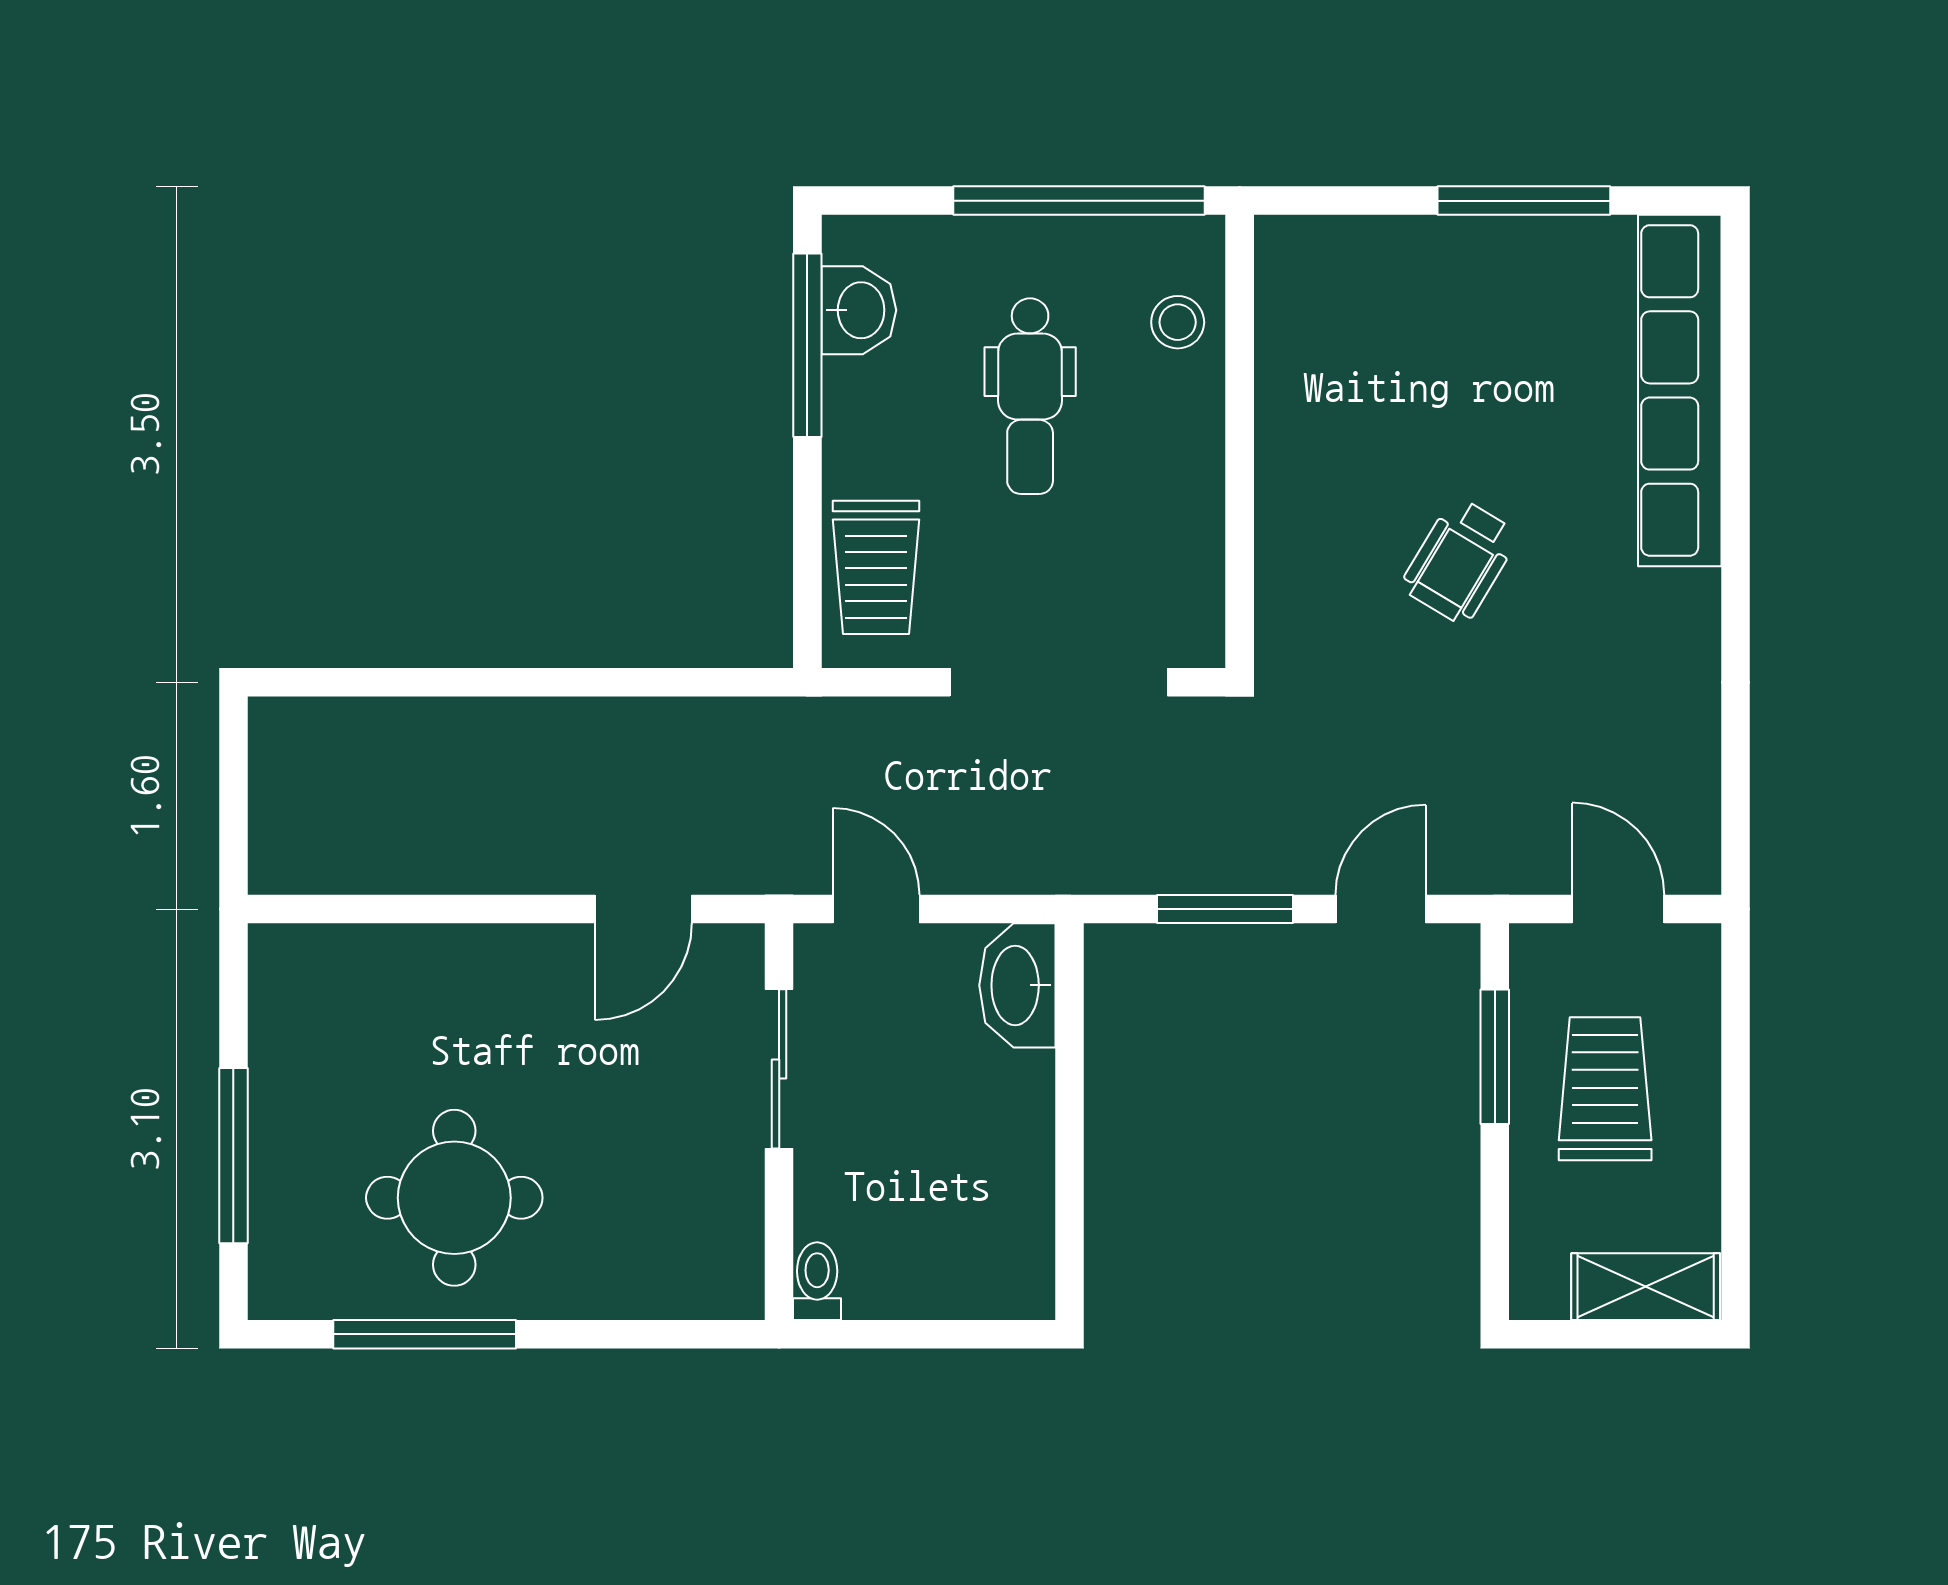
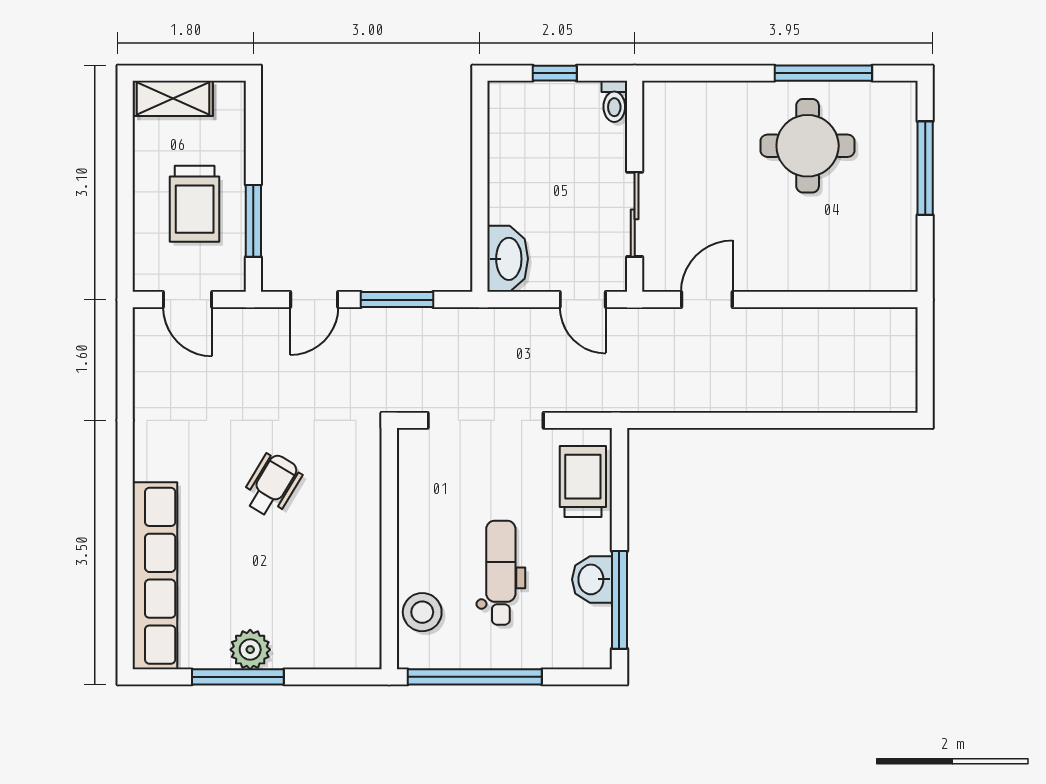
plant: (1501, 252) -> (250, 650), added
washbasin: (859, 310) -> (592, 579), moved
stool: (1178, 322) -> (422, 612), width x1.37, depth x1.37
window: (929, 1334) -> (555, 73), added

